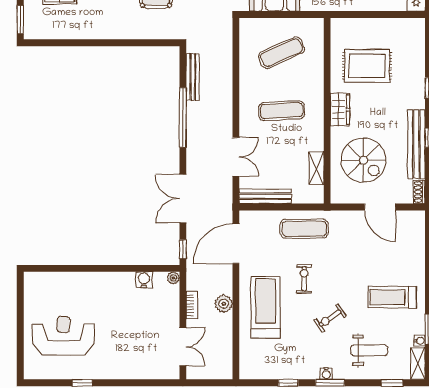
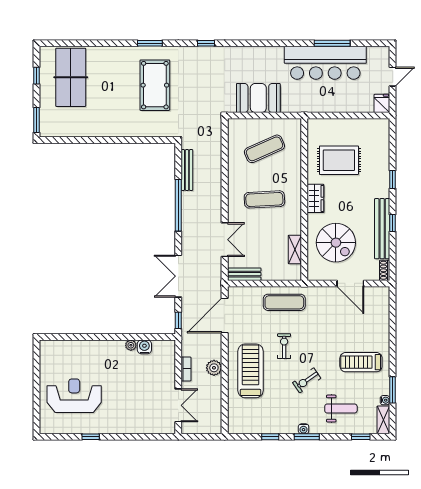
bench: (265, 196) -> (244, 274), width x0.73
plant: (173, 278) -> (131, 345), moved

